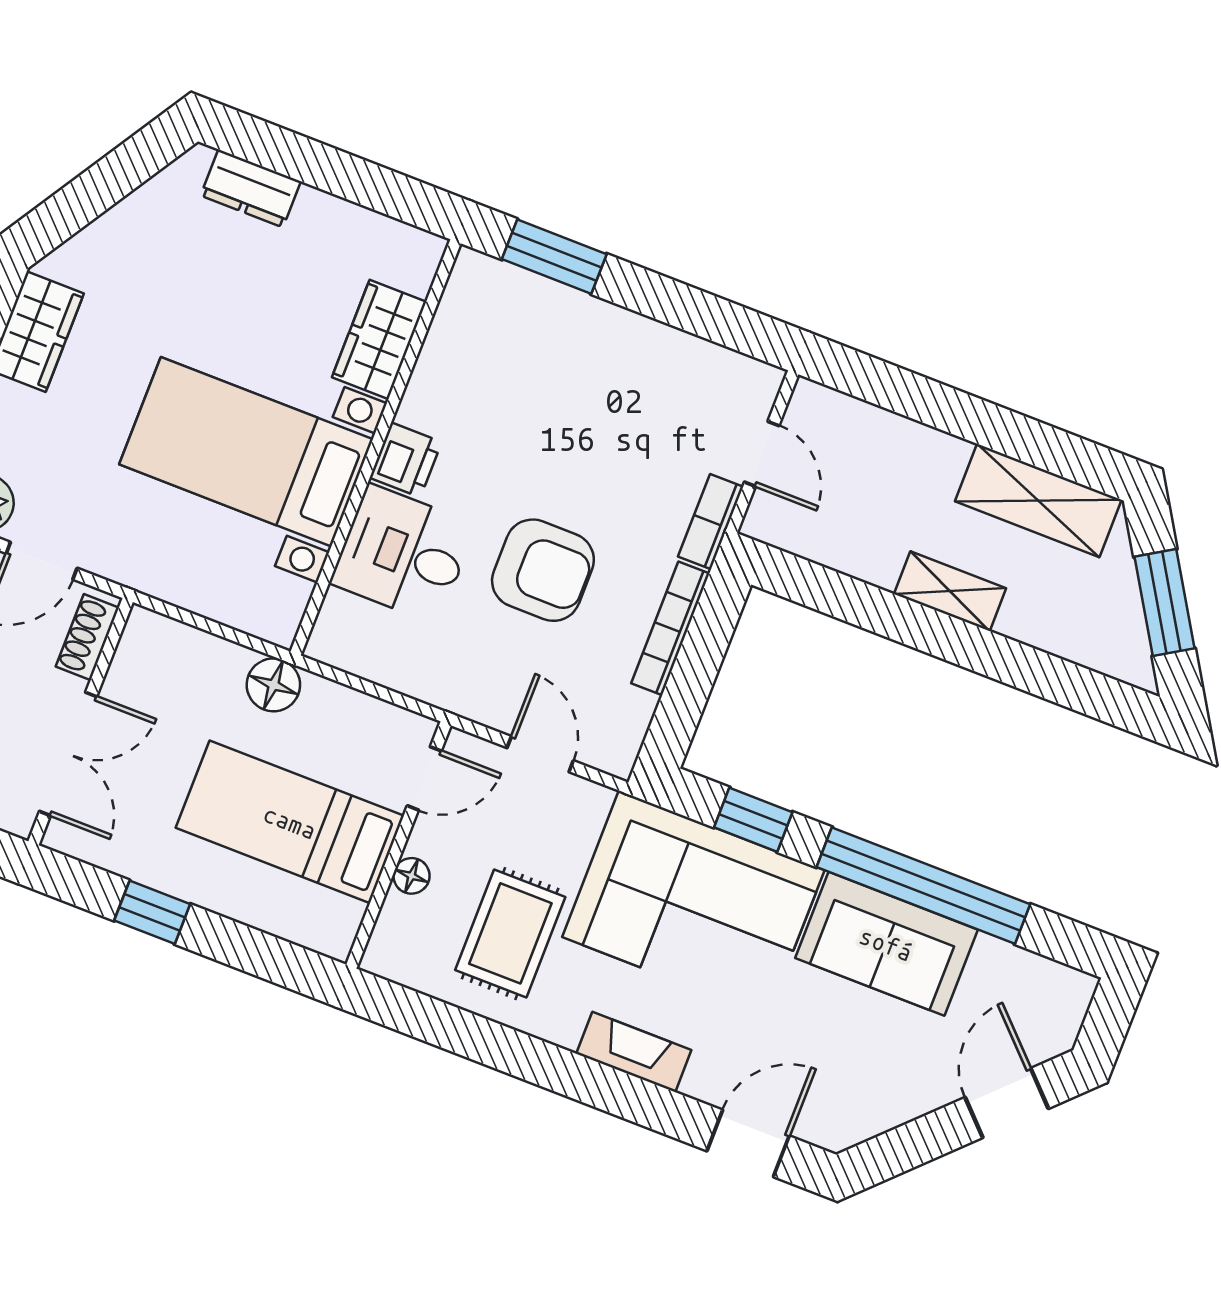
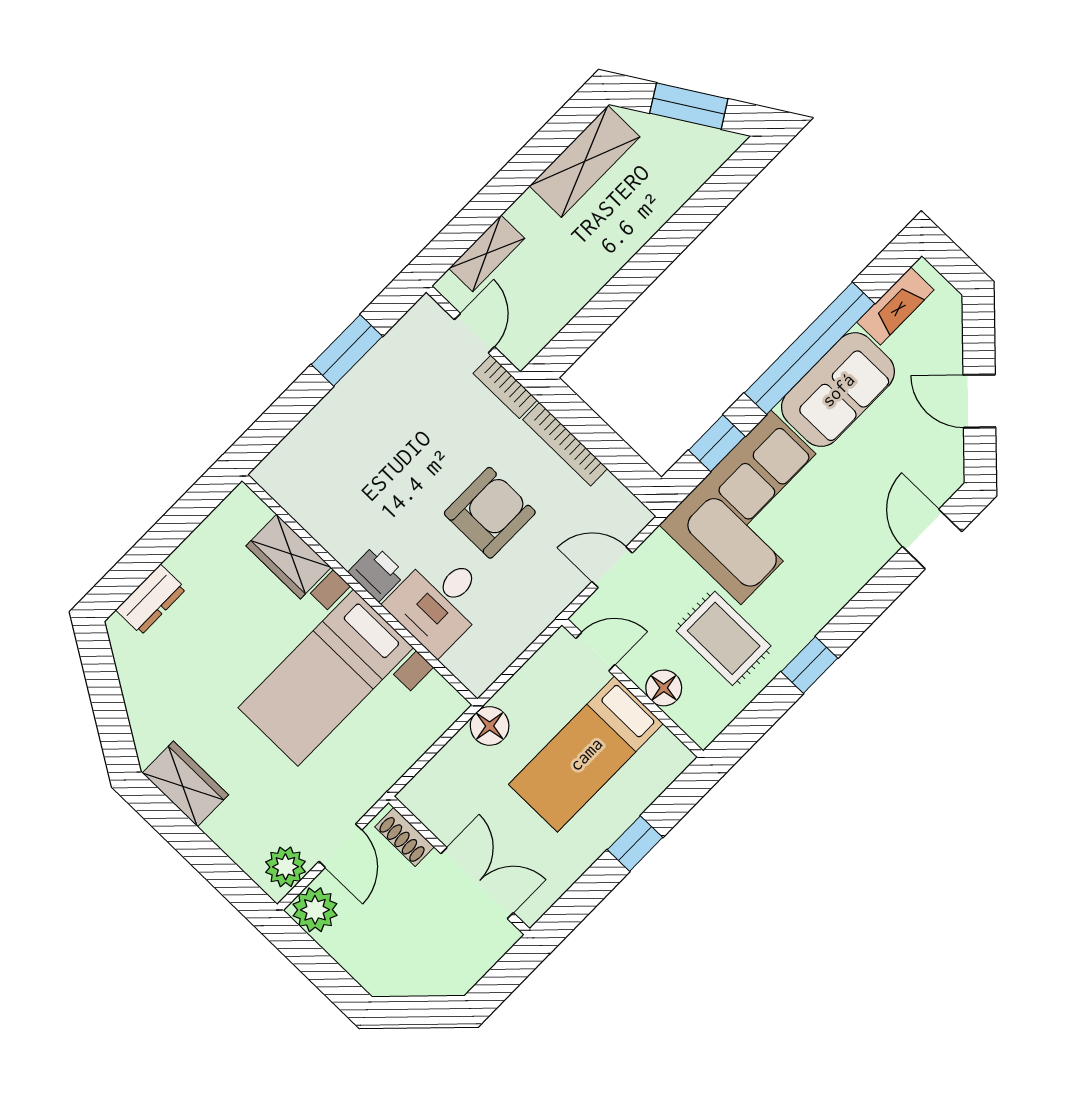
window: (554, 257) -> (347, 350), moved
door: (762, 454) -> (474, 333), hinge flipped
shelving: (950, 591) -> (487, 253), moved
door: (424, 778) -> (595, 652), hinge flipped
floor lamp: (412, 876) -> (664, 688), width x1.37, depth x1.37
window: (152, 912) -> (635, 844), moved
fireplace: (634, 1052) -> (895, 306), moved, turned 180
window: (523, 1056) -> (809, 665), added
door: (1007, 1103) -> (979, 401), moved

